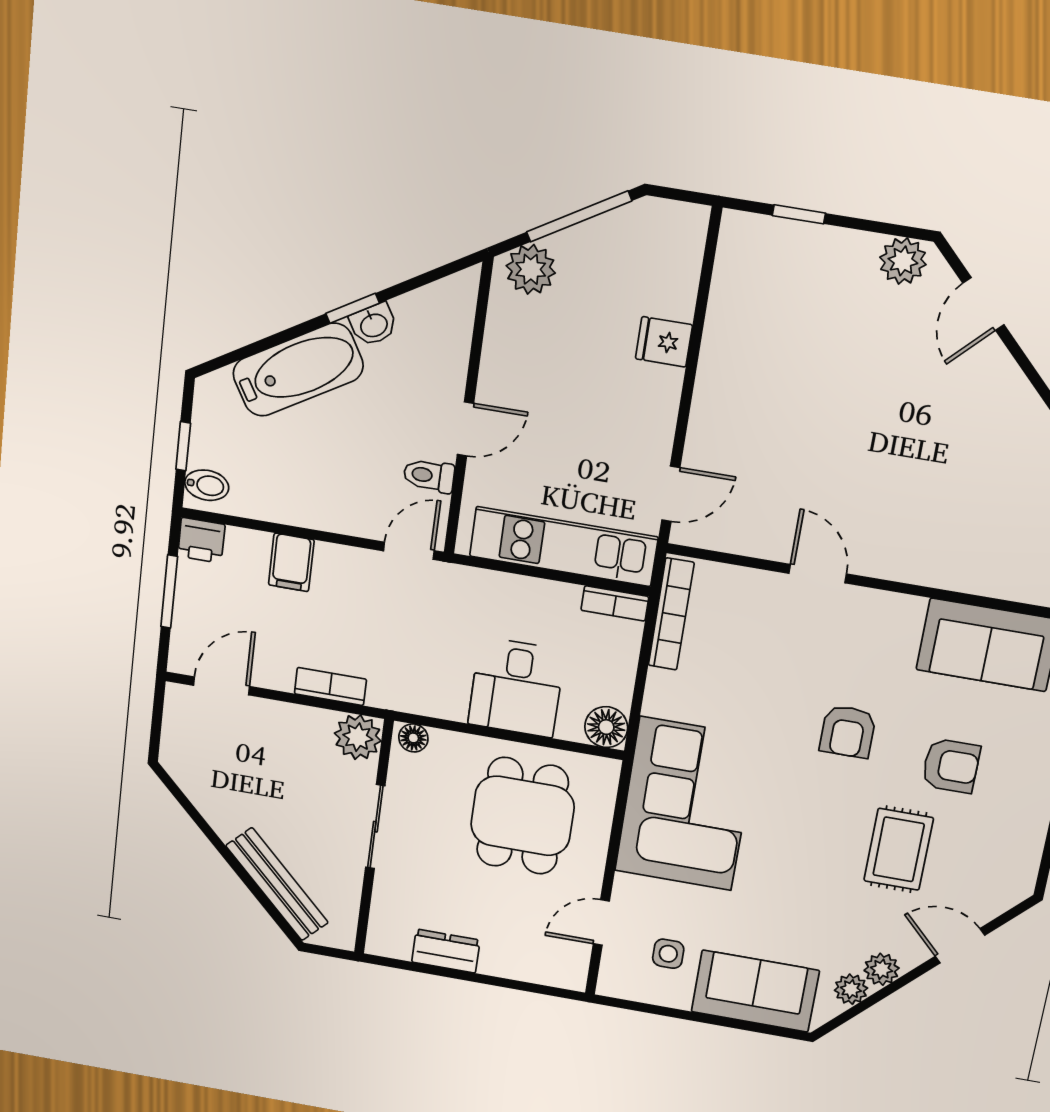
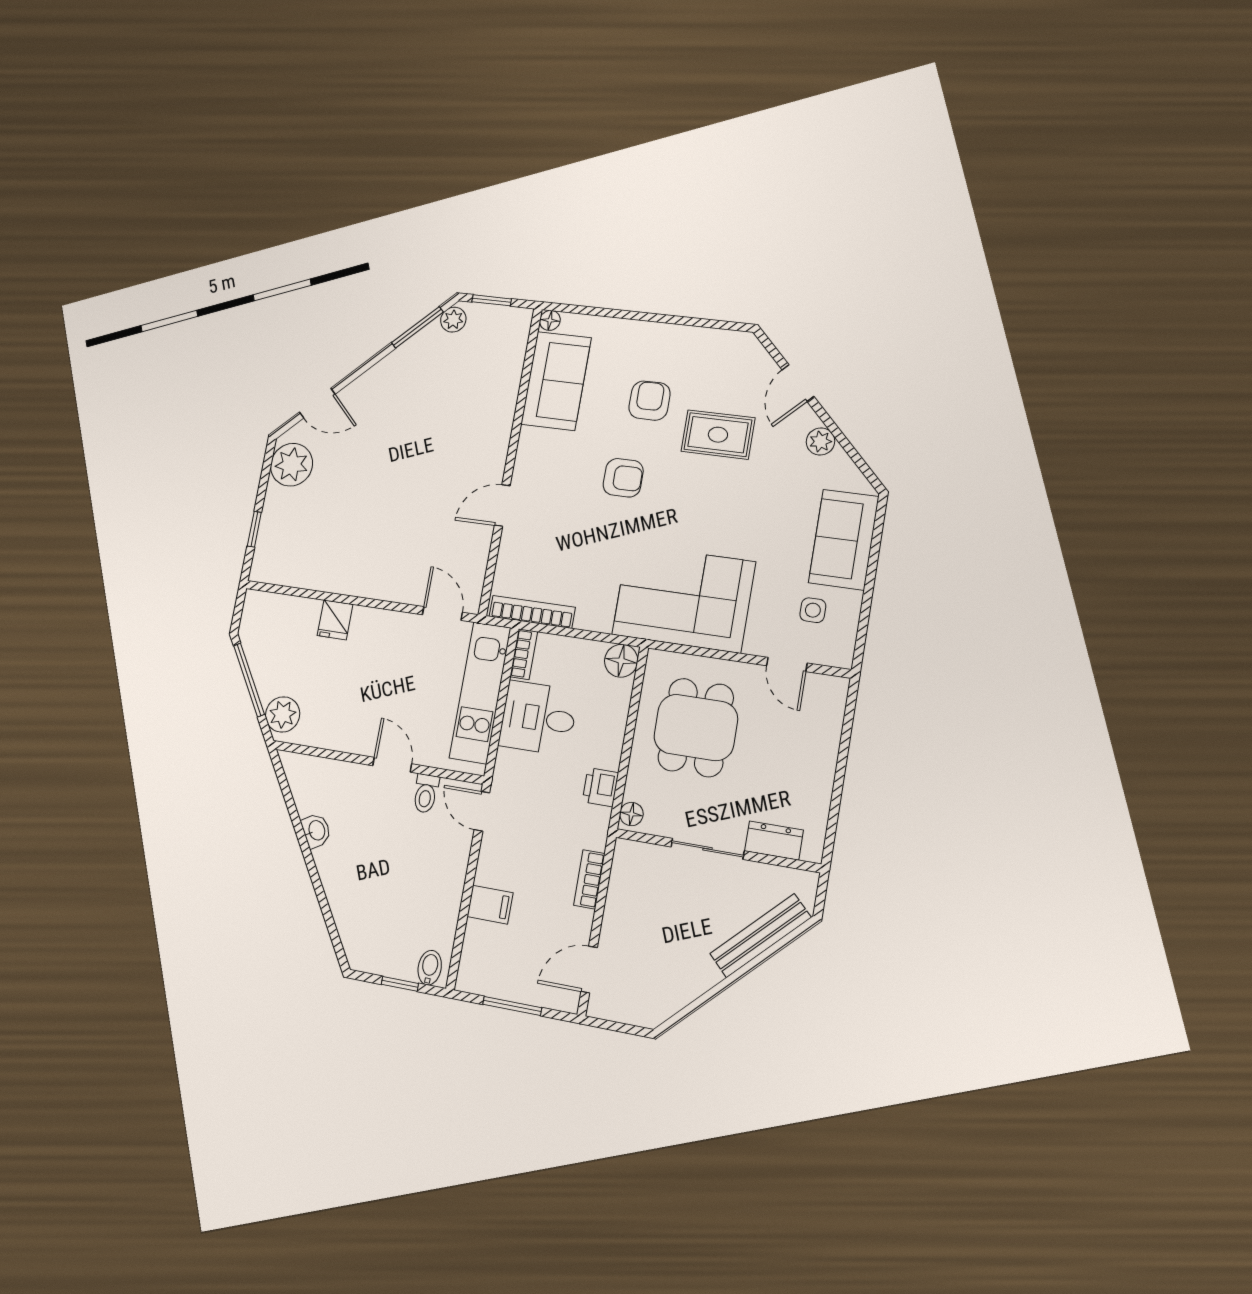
plant: (903, 261) -> (292, 465), width x1.36, depth x1.36
window: (353, 308) -> (304, 846), removed
bathtub: (298, 370) -> (346, 890), removed
printer: (201, 540) -> (600, 787), moved, turned 180
door: (221, 686) -> (589, 970), hinge flipped
desk: (516, 687) -> (538, 718), moved, turned 180
plant: (358, 737) -> (631, 859), removed
dining table: (523, 816) -> (696, 728), turned 90
dresser: (446, 951) -> (774, 841), moved, turned 90
plant: (851, 989) -> (839, 464), removed

